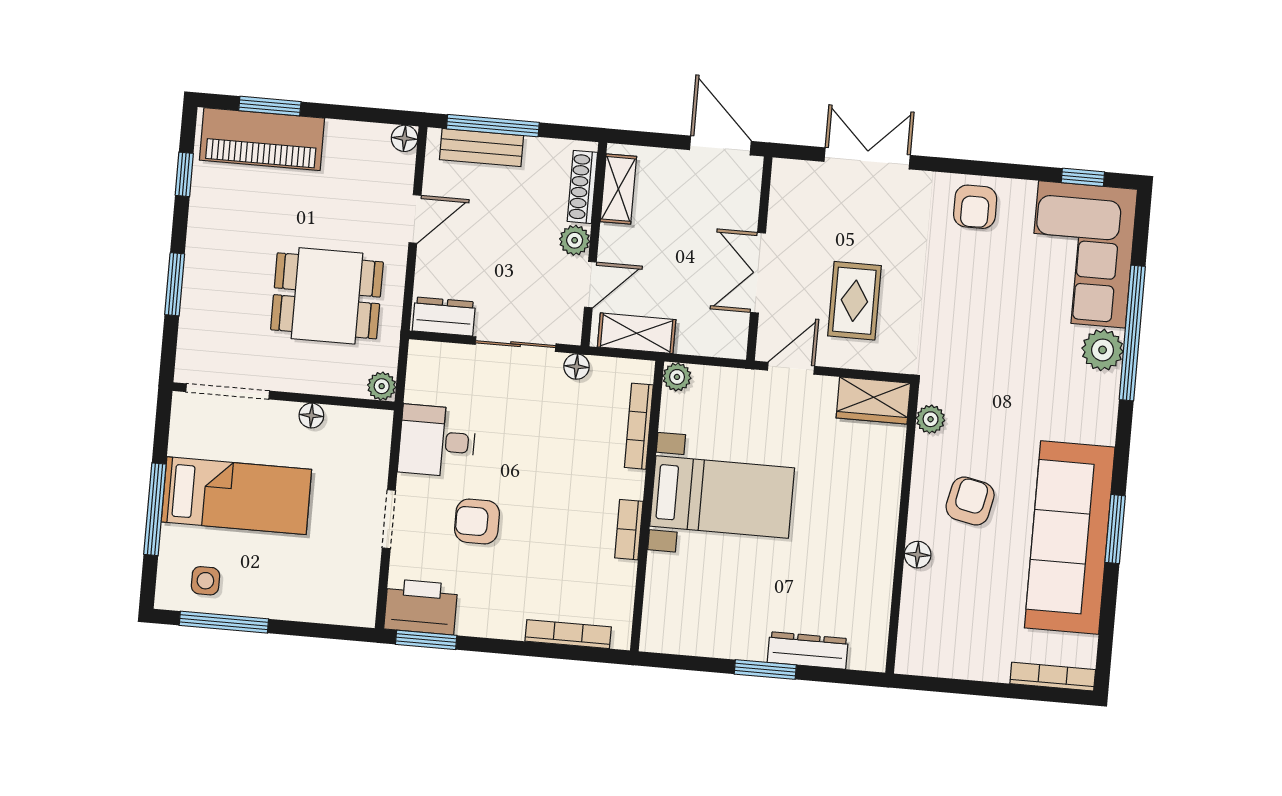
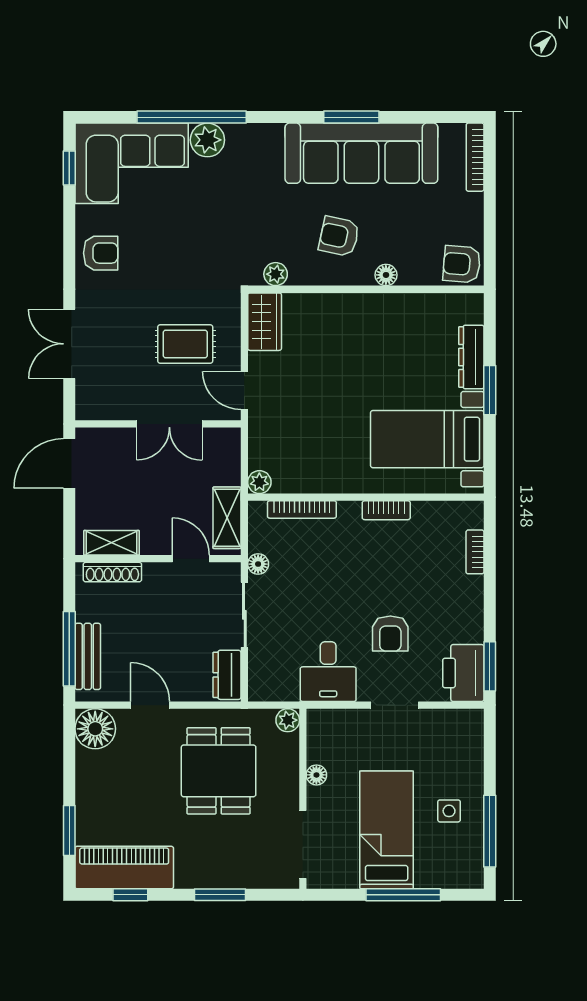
floor lamp: (404, 138) -> (95, 729), width x1.89, depth x1.89
piano: (262, 139) -> (124, 868), moved, turned -90
plant: (575, 240) -> (156, 575), removed
bed with nightstands: (722, 497) -> (427, 439), moved, turned -90
side table: (205, 581) -> (449, 811), moved
bookcase: (568, 634) -> (475, 552), width x0.64
armchair: (923, 649) -> (462, 264), added

